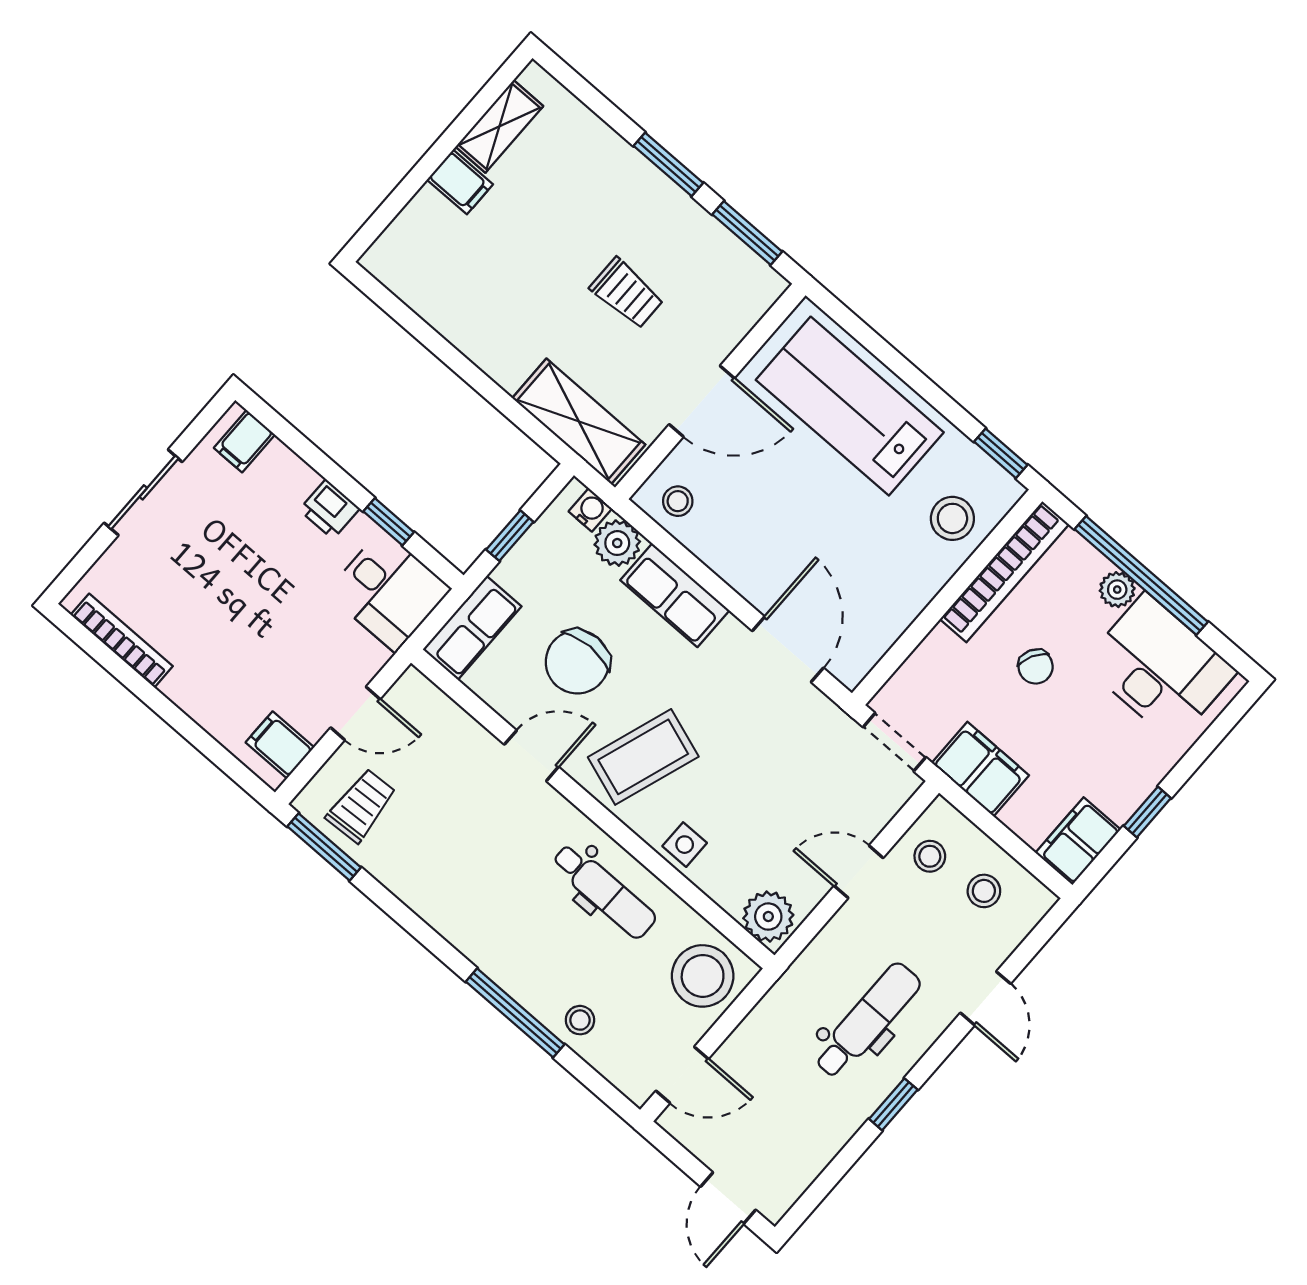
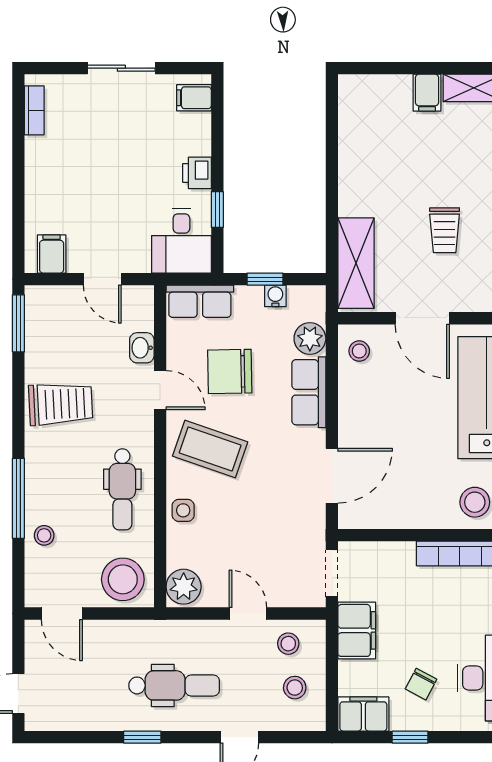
water cooler: (590, 510) -> (275, 296), moved, turned -90
bookcase: (122, 641) -> (34, 110), width x0.64
chair: (1036, 667) -> (421, 684), moved
washbasin: (468, 735) -> (142, 348), added
trolley: (361, 806) -> (61, 404), moved, width x1.36, depth x1.39

